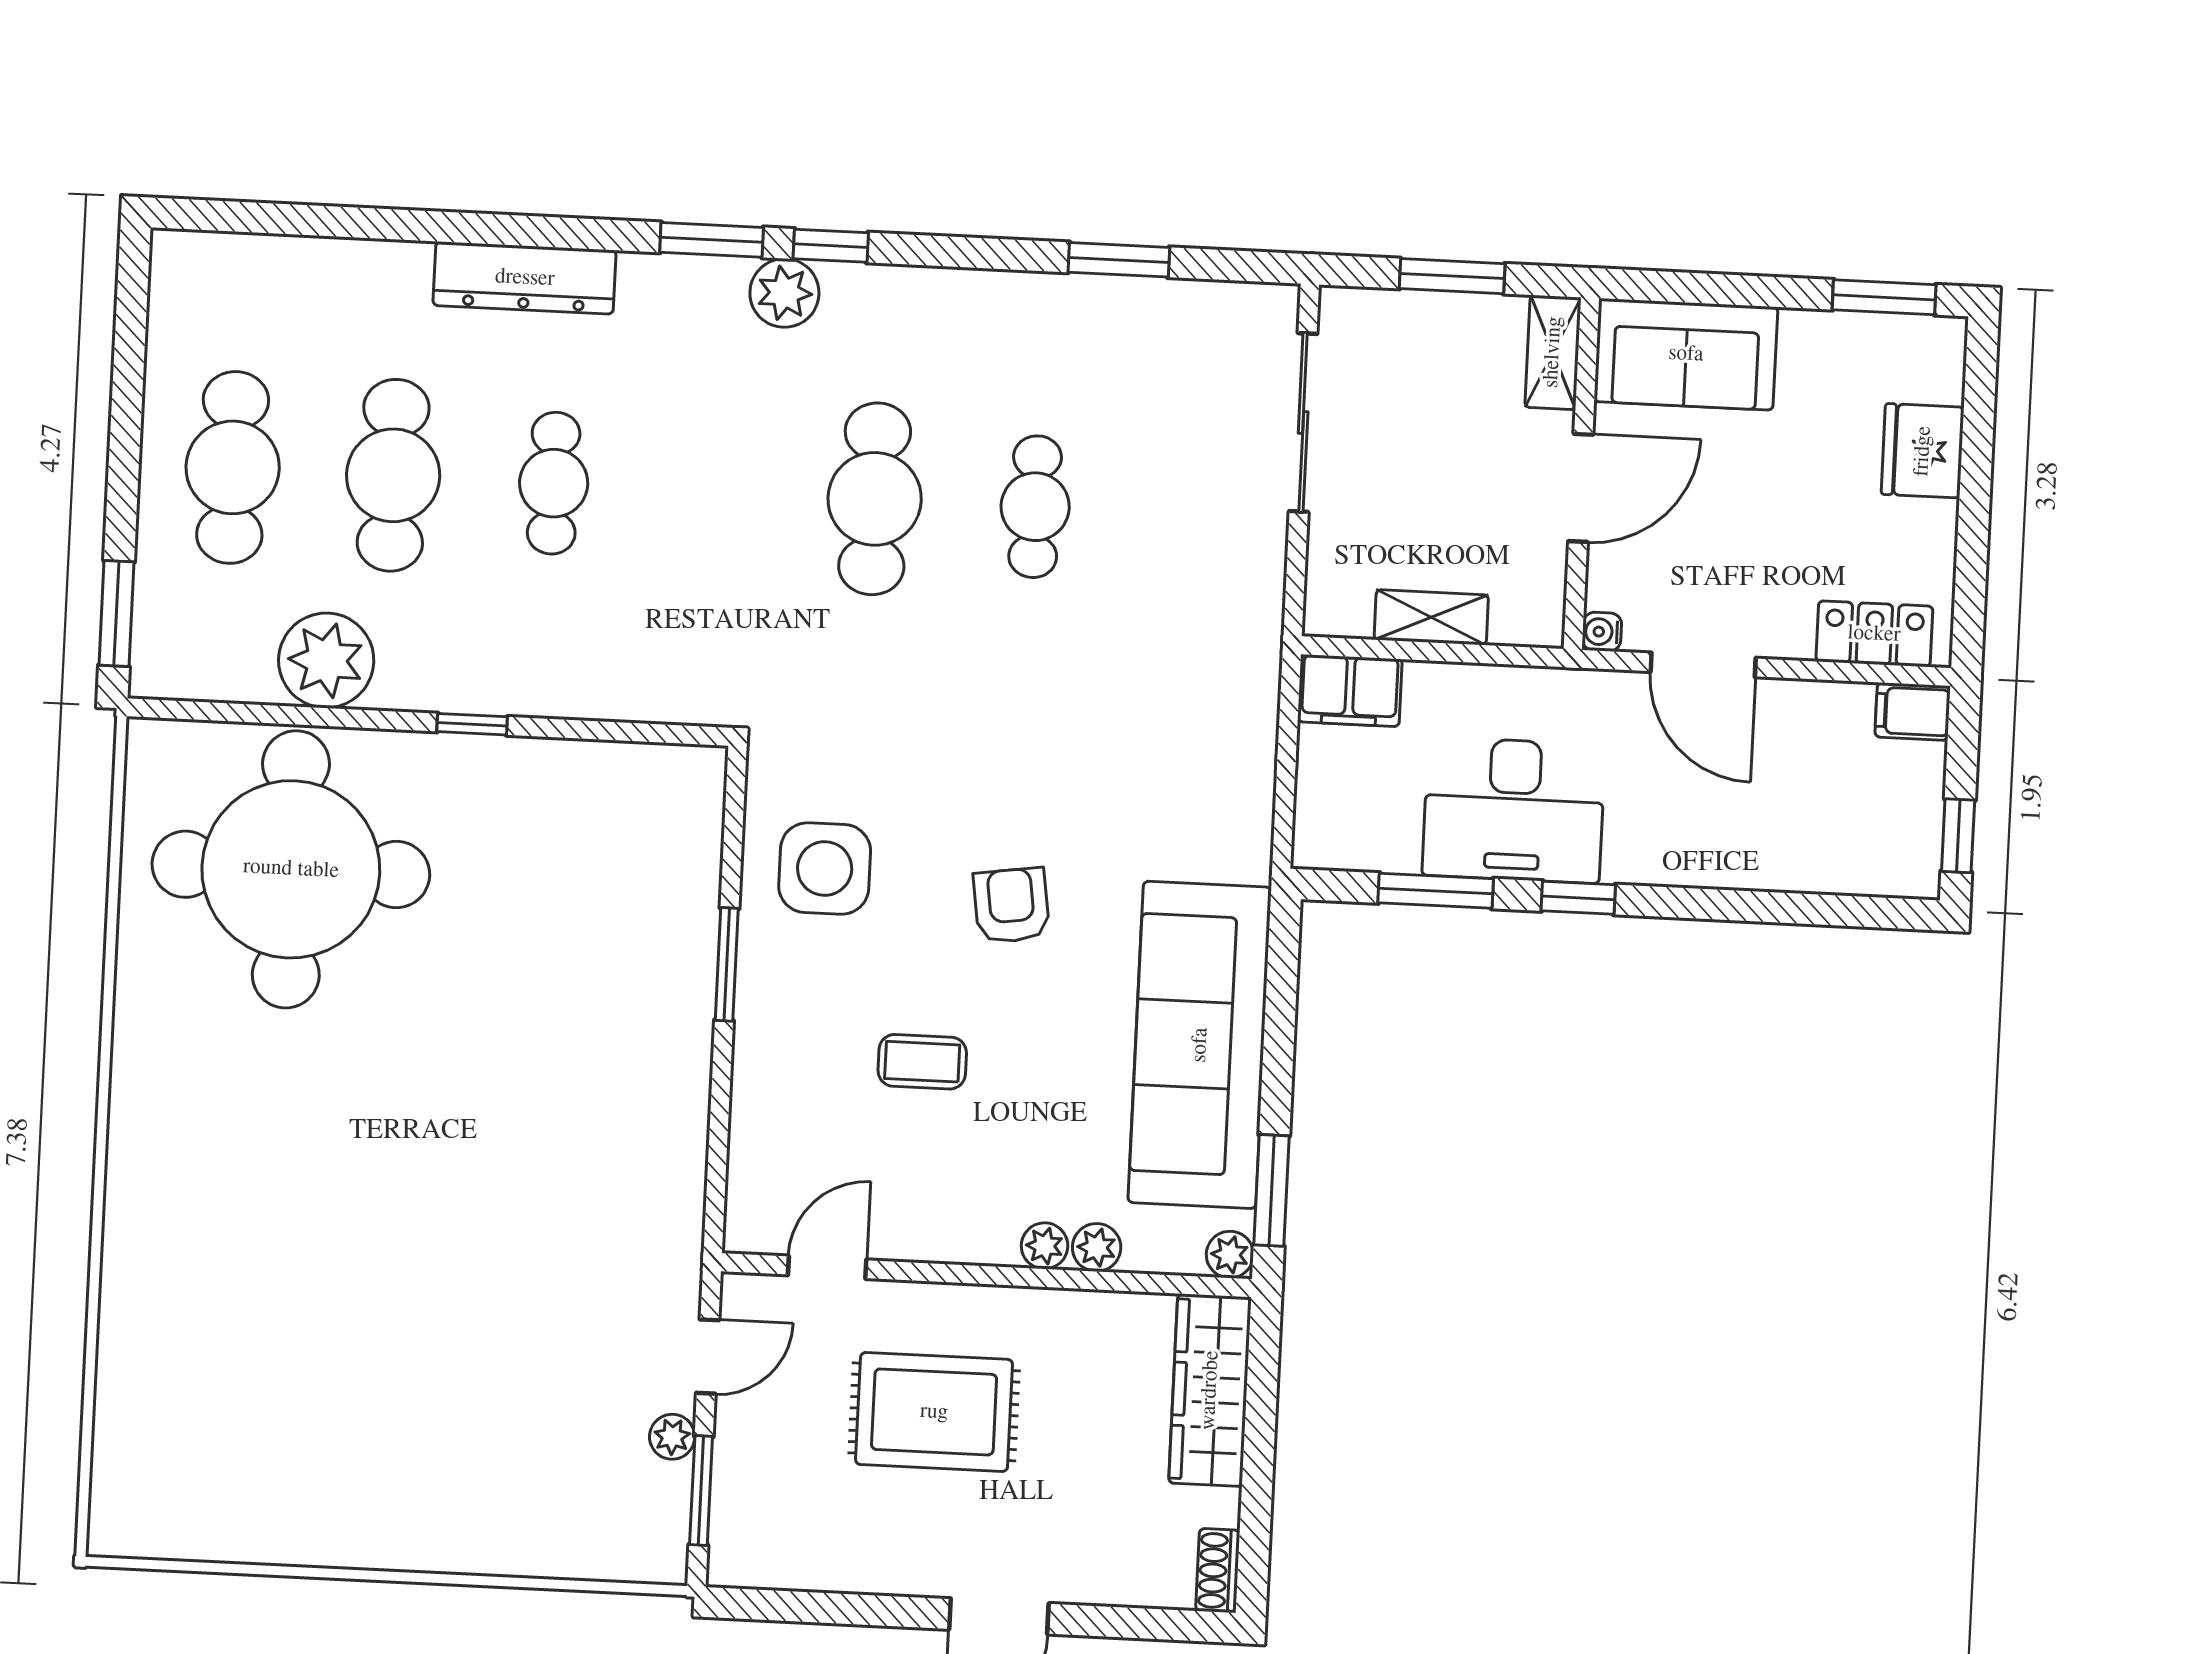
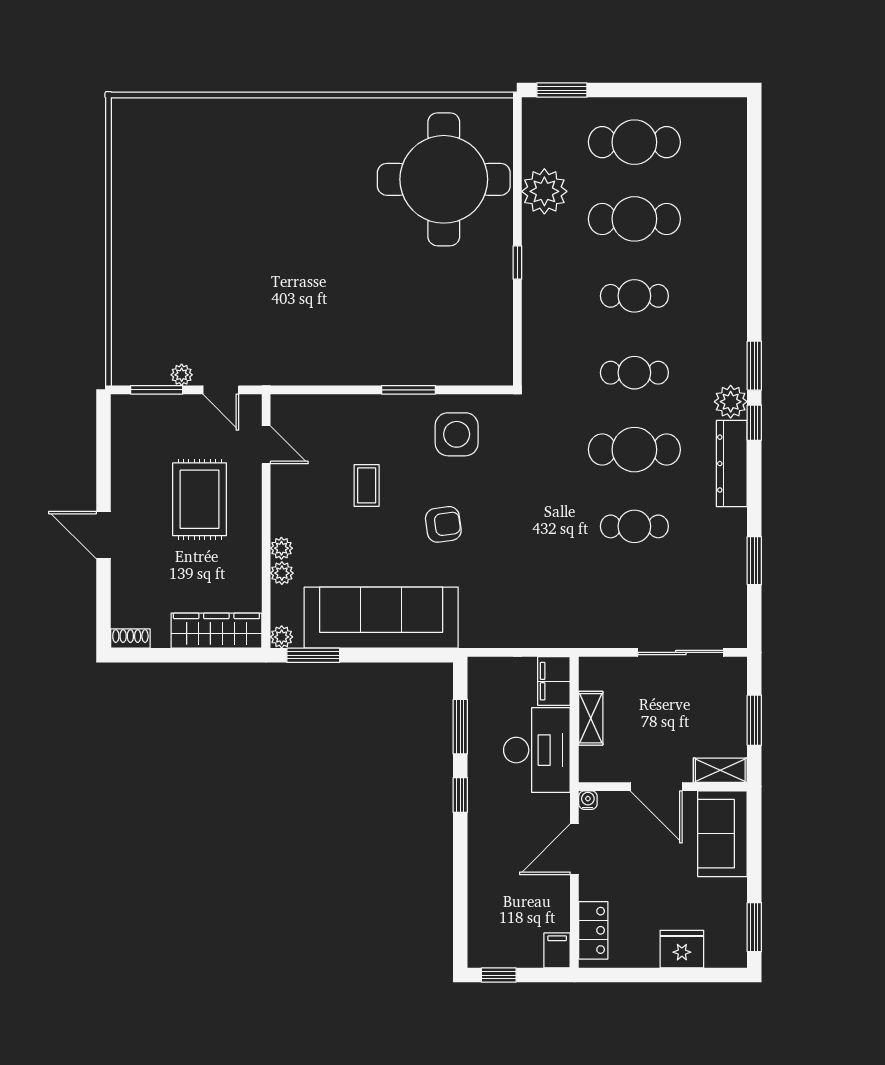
dresser: (525, 278) -> (732, 464), moved
cafe table: (714, 491) -> (634, 373), added
desk: (1514, 810) -> (537, 750), moved, turned 180

